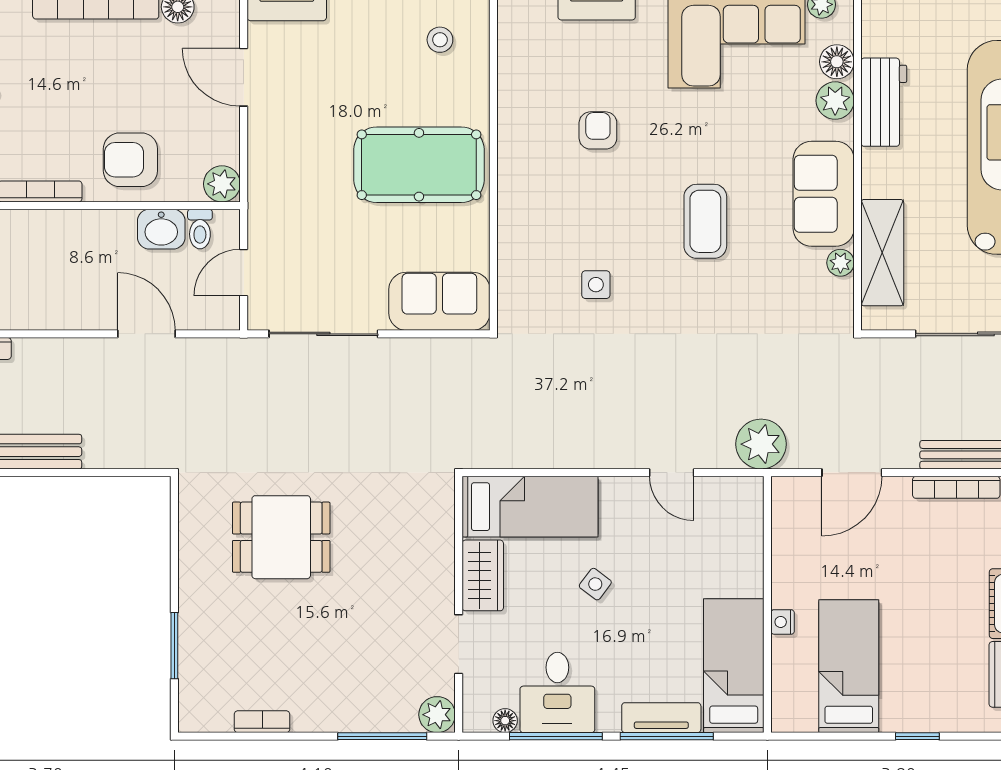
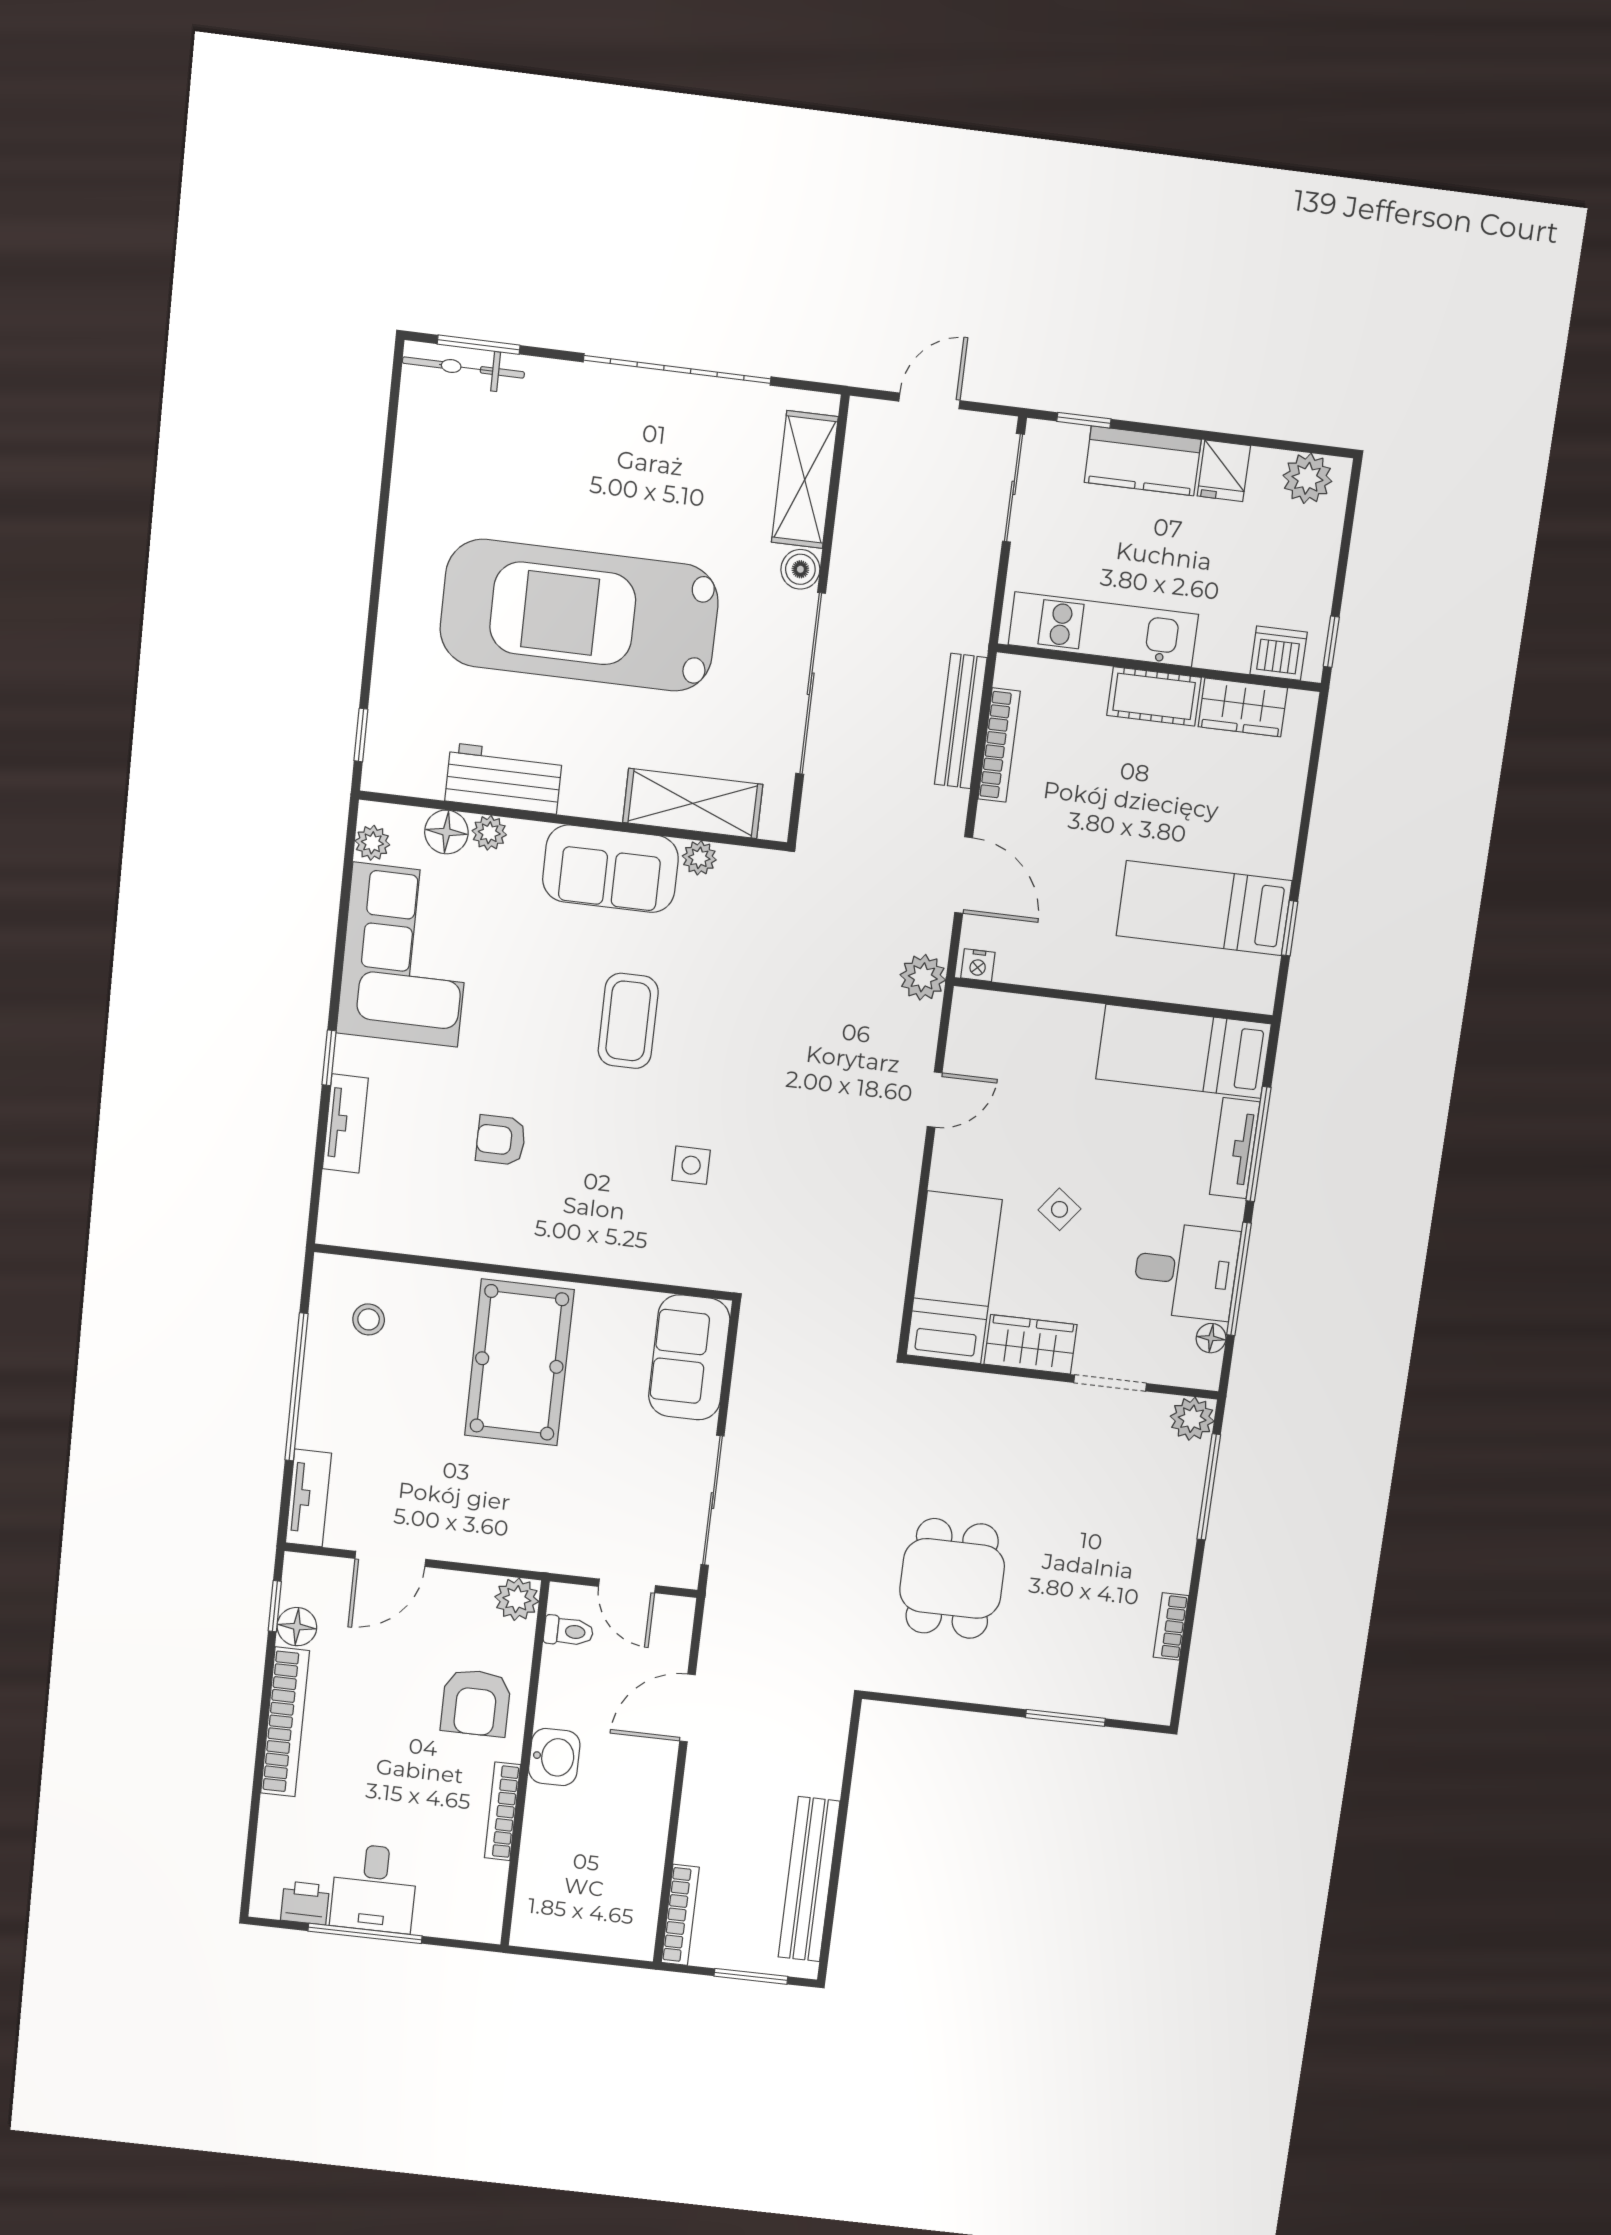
plant: (835, 101) -> (489, 833), width x0.73, depth x0.73
coffee table: (705, 221) -> (628, 1021), turned 90
washbasin: (161, 229) -> (554, 1757), moved
plant: (761, 444) -> (923, 977), width x0.73, depth x0.73
nightstand: (783, 622) -> (978, 965), moved
window: (917, 736) -> (1290, 928), moved

